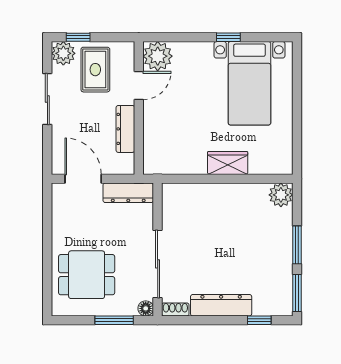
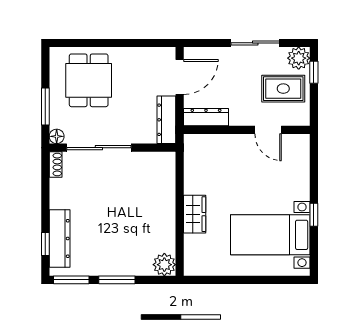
plant: (158, 56) -> (296, 148), removed
dresser: (125, 129) -> (206, 117), moved
dresser: (221, 305) -> (60, 238), moved

